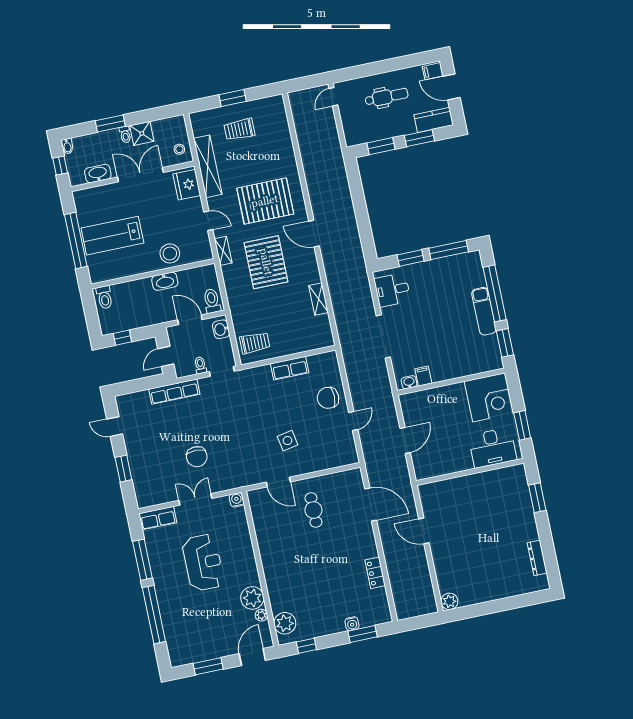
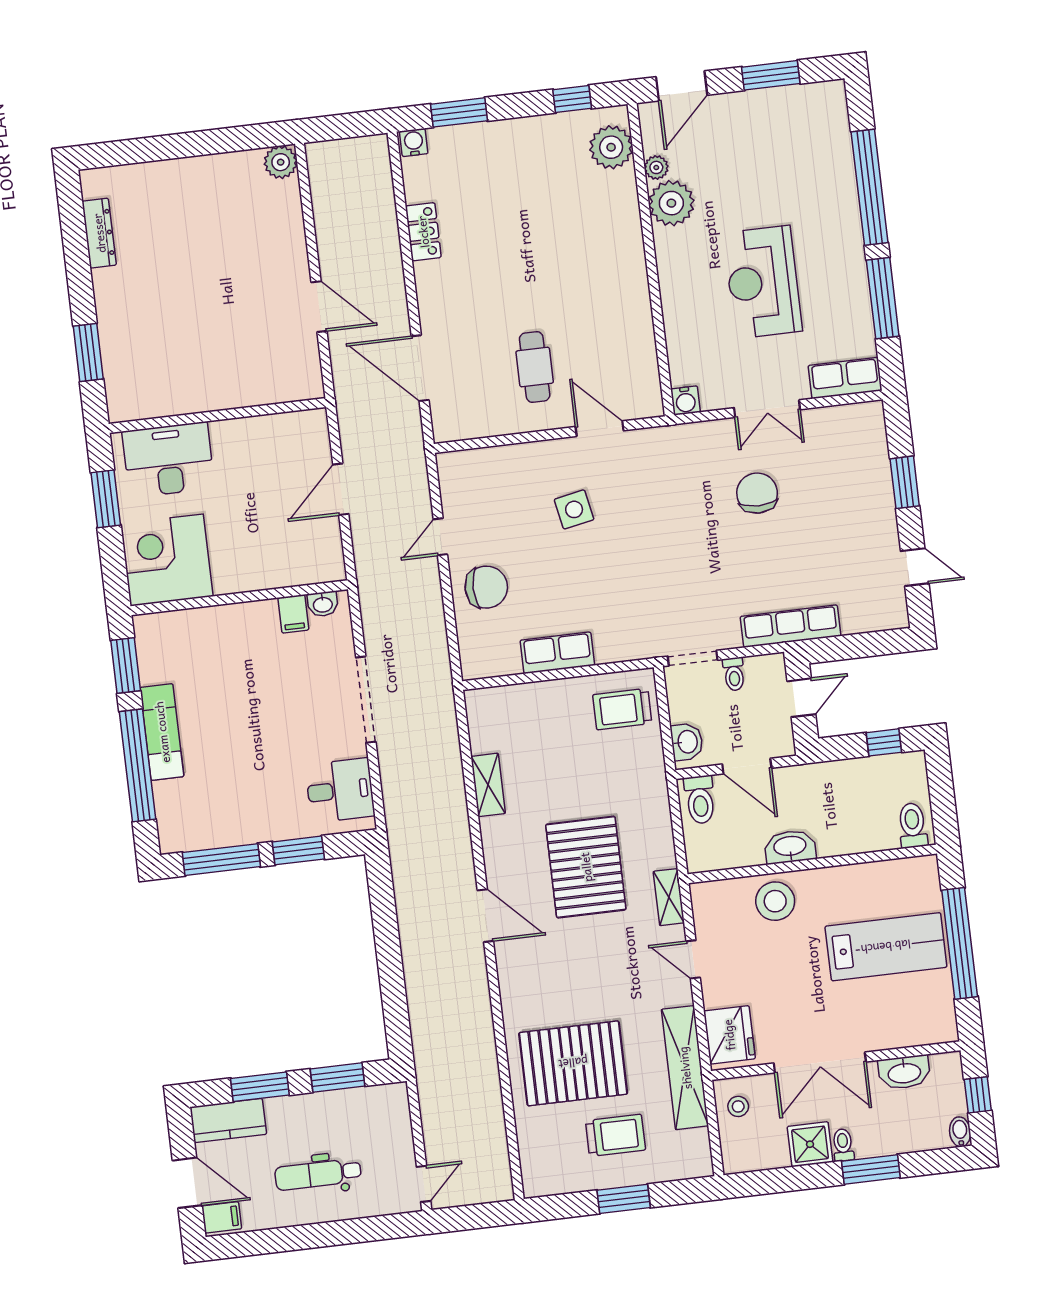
pallet: (265, 201) -> (573, 1063), moved
water cooler: (352, 624) -> (414, 143), moved

